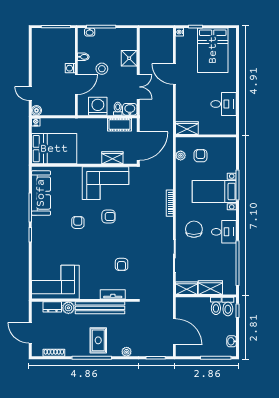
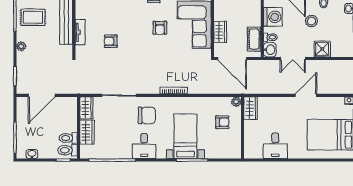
plant: (181, 156) -> (236, 102), moved

